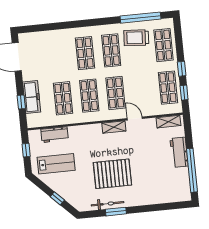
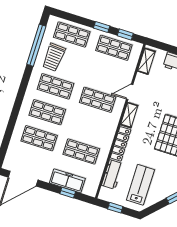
shop shelf: (89, 96) -> (39, 138), moved
locker: (85, 130) -> (120, 144), added

